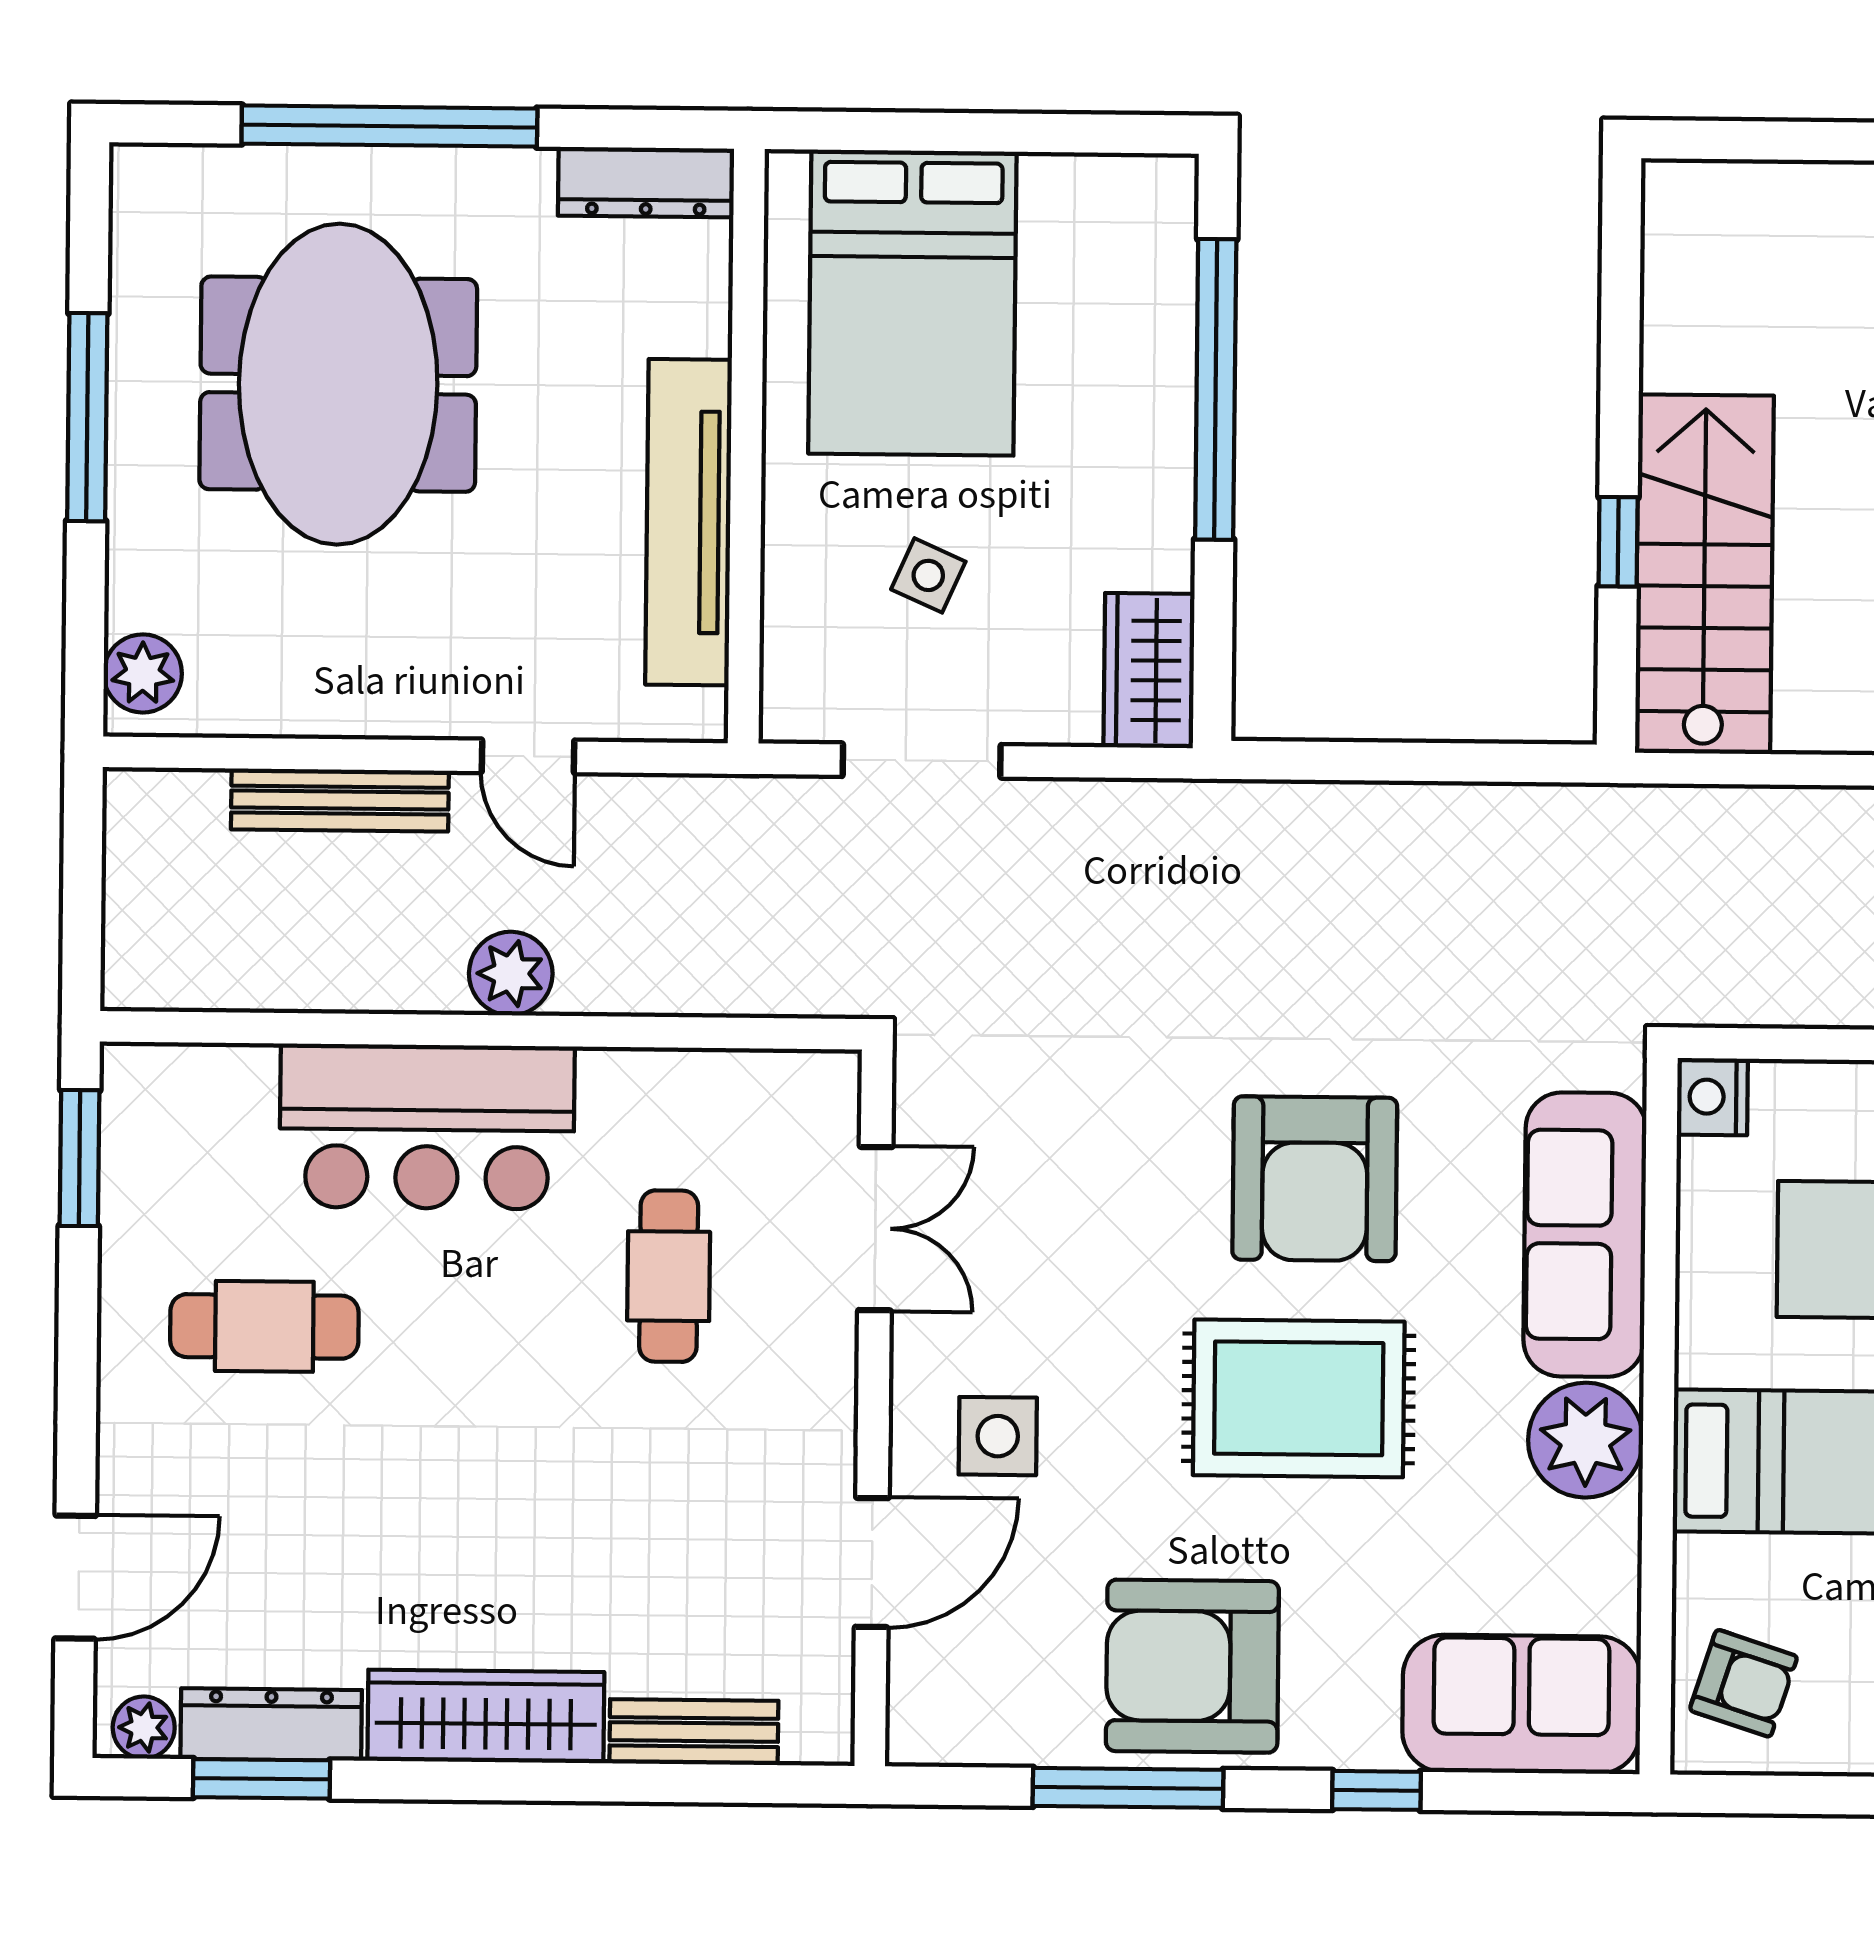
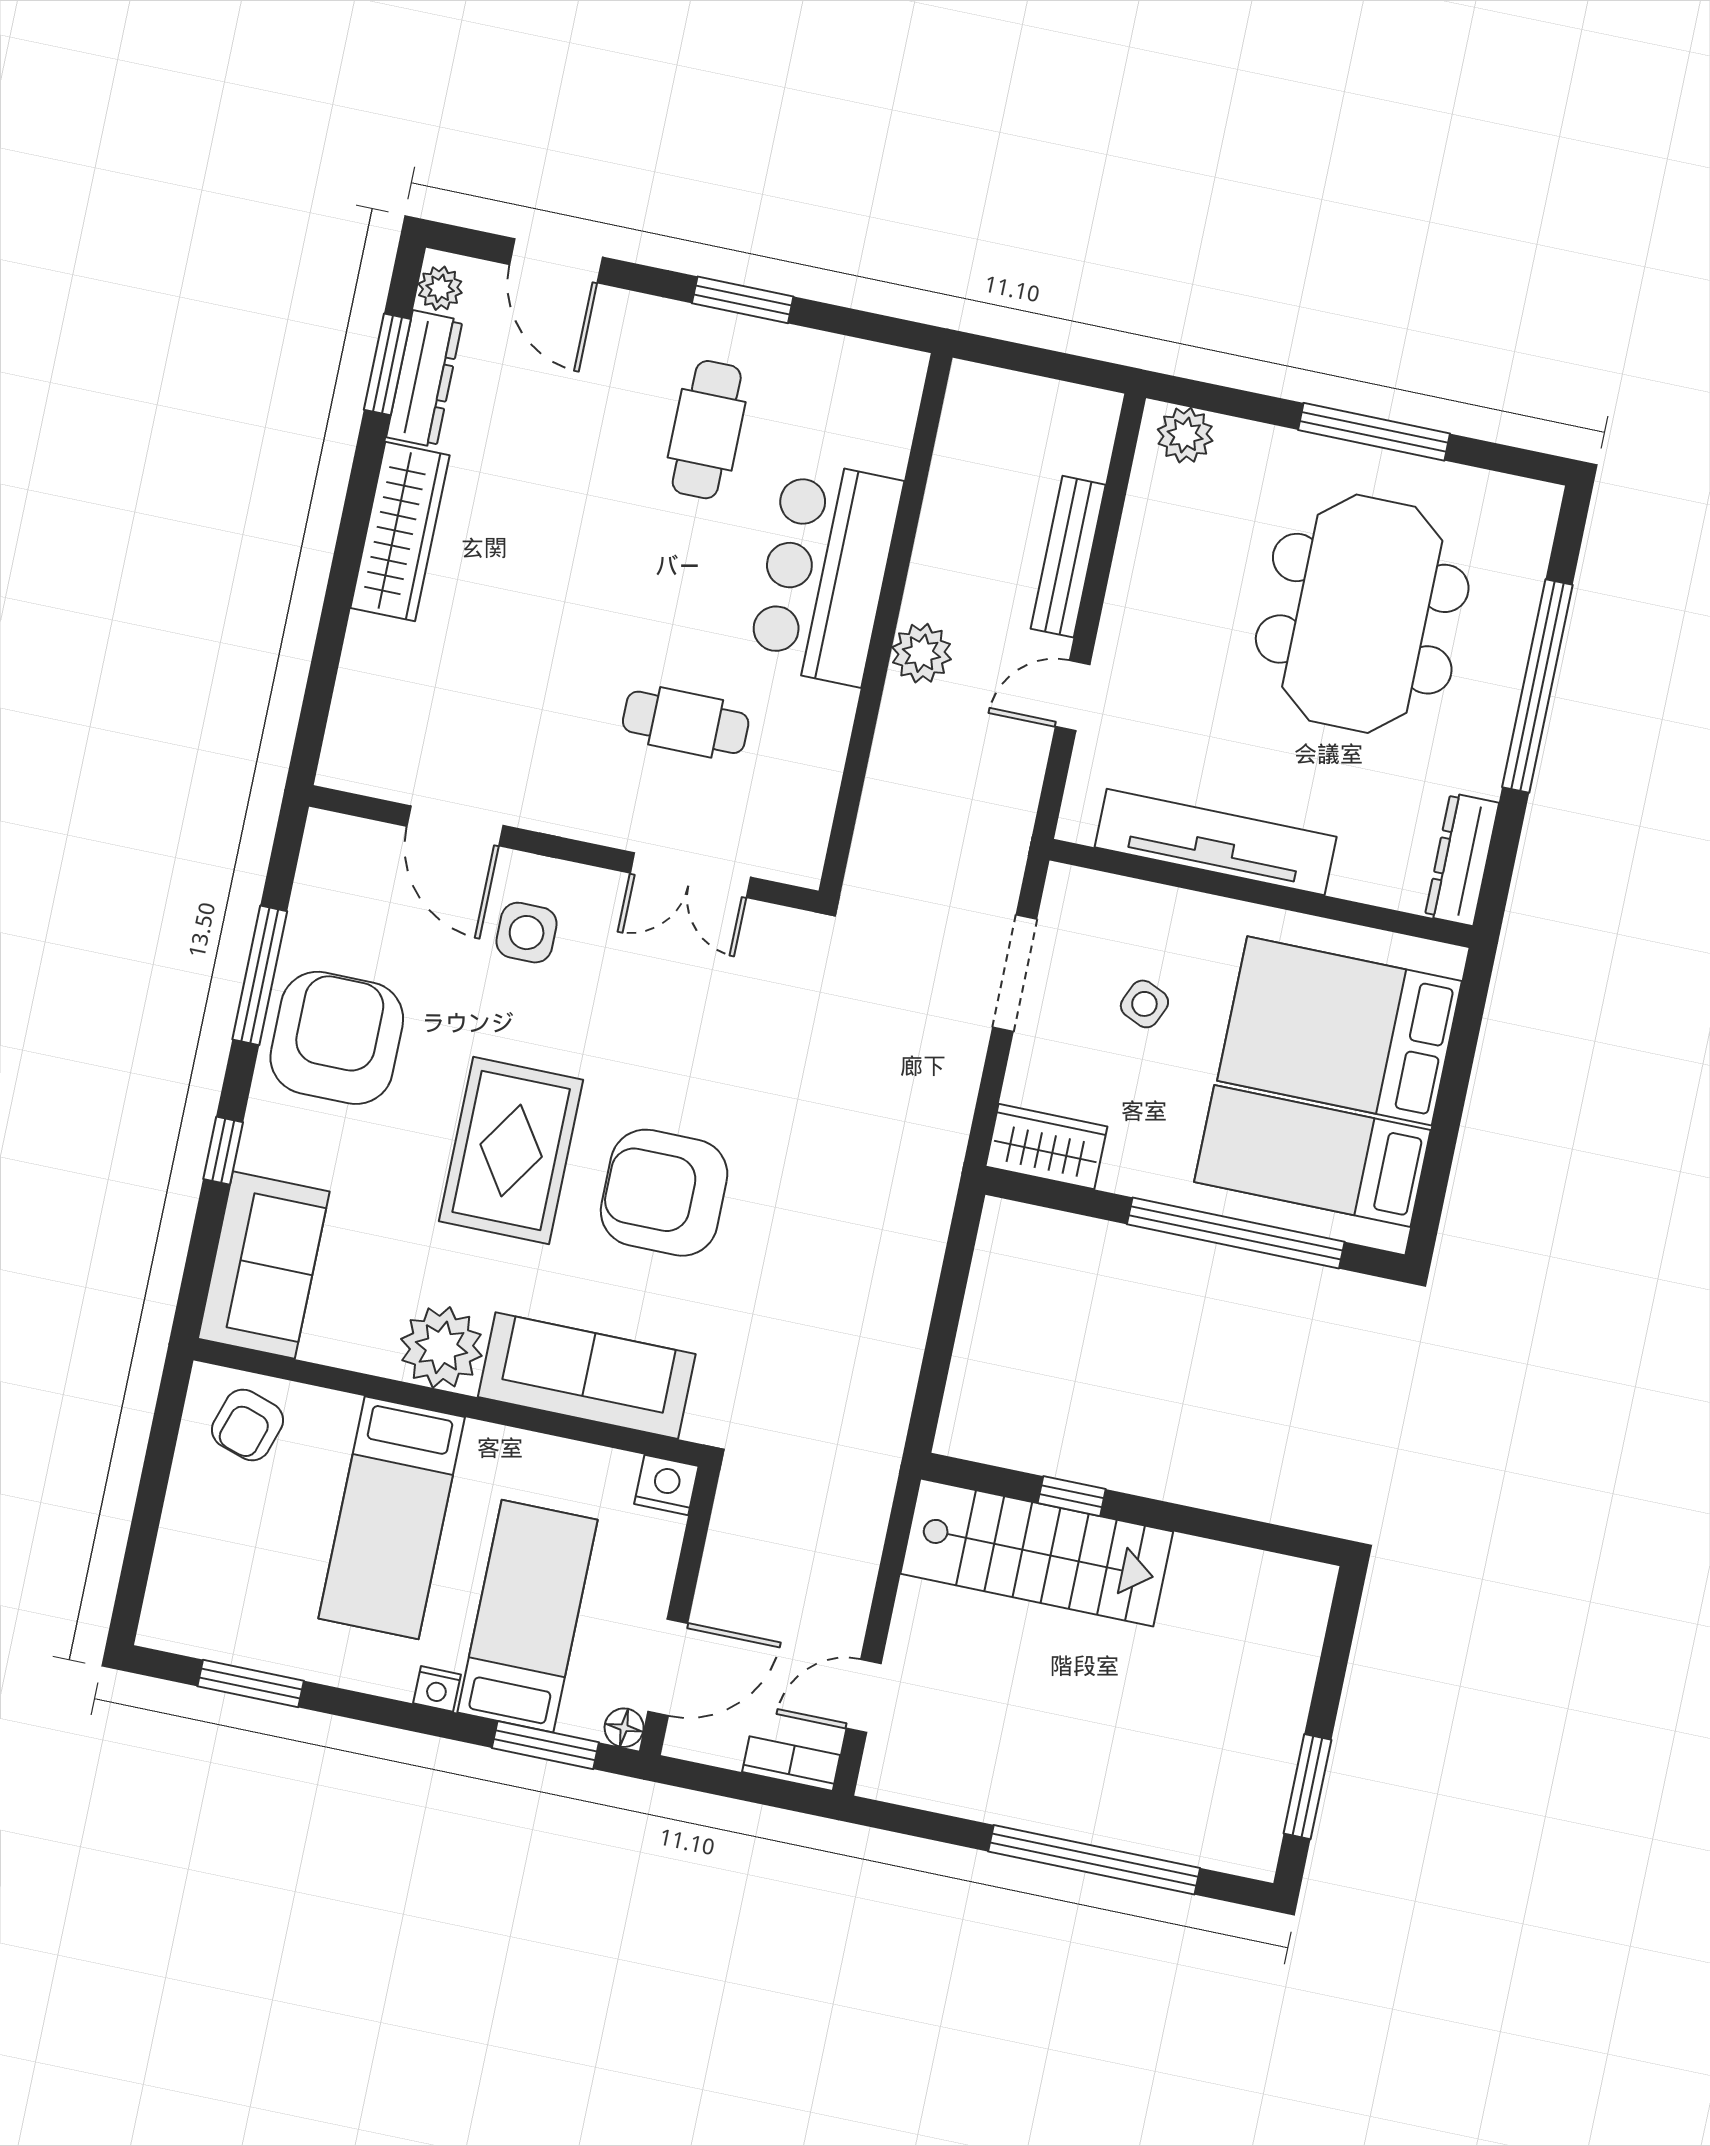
bed: (1090, 306) -> (1312, 1156), added
meeting table: (338, 384) -> (1362, 614), turned 90
window: (80, 1158) -> (743, 300), moved
bench: (694, 1732) -> (360, 676), removed

